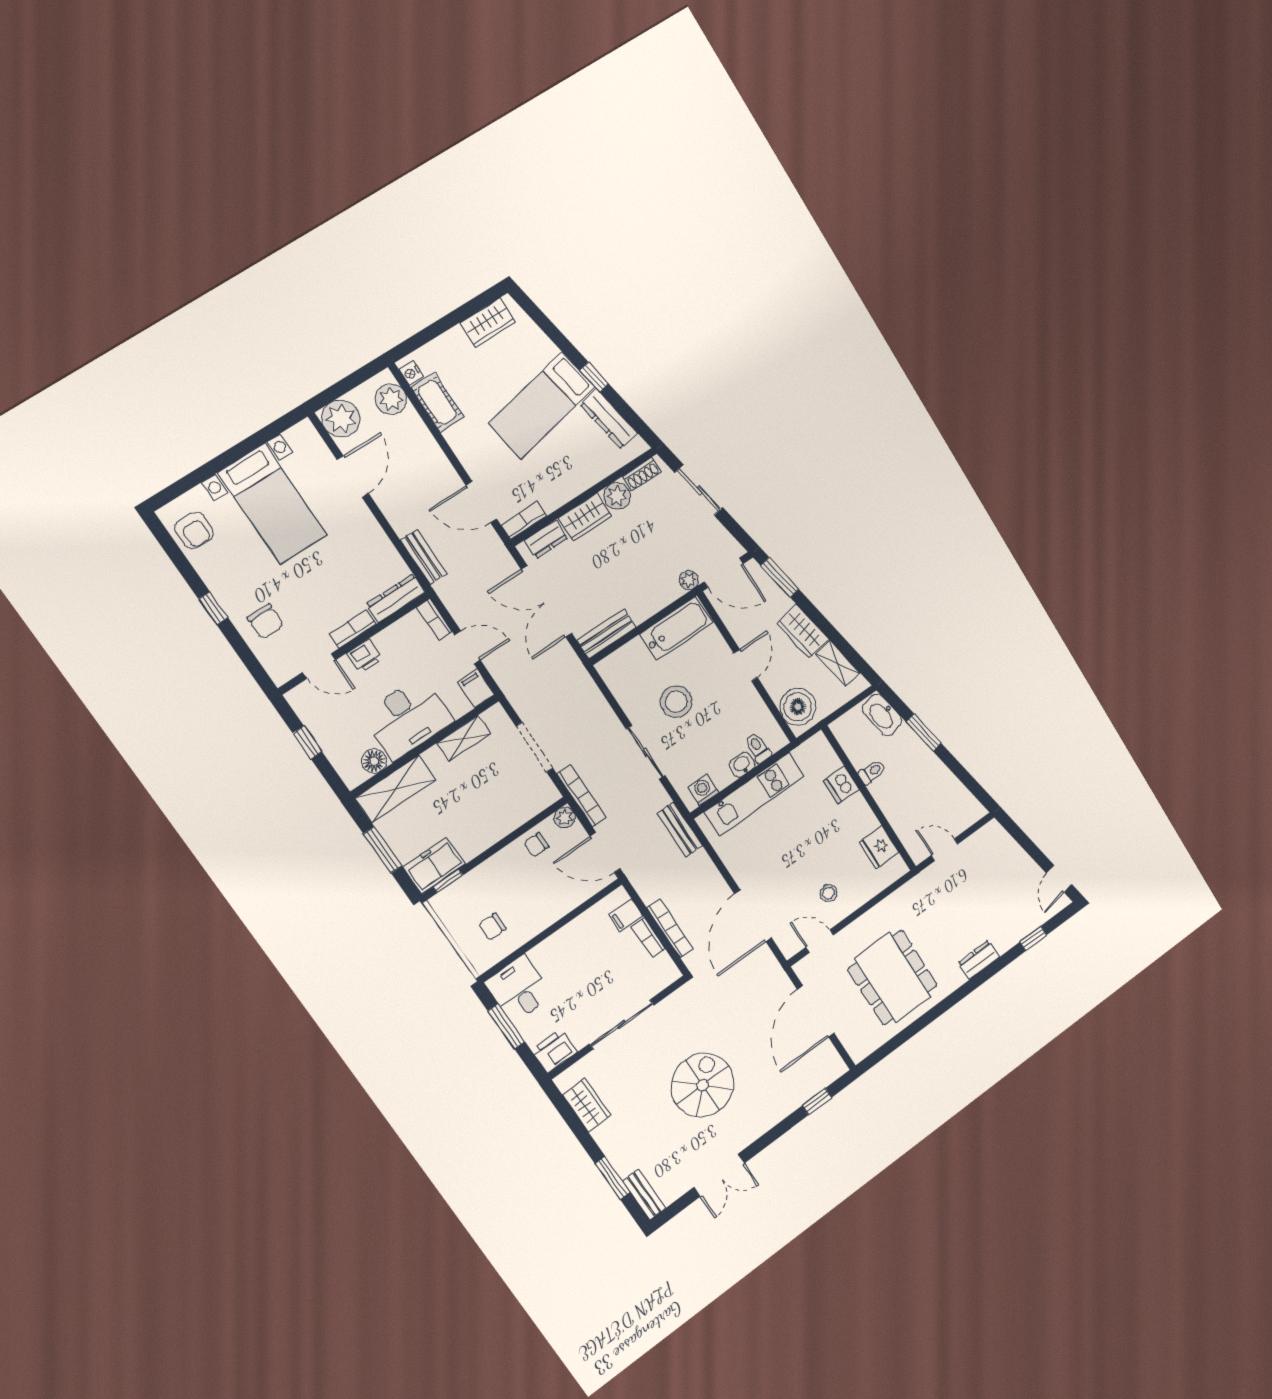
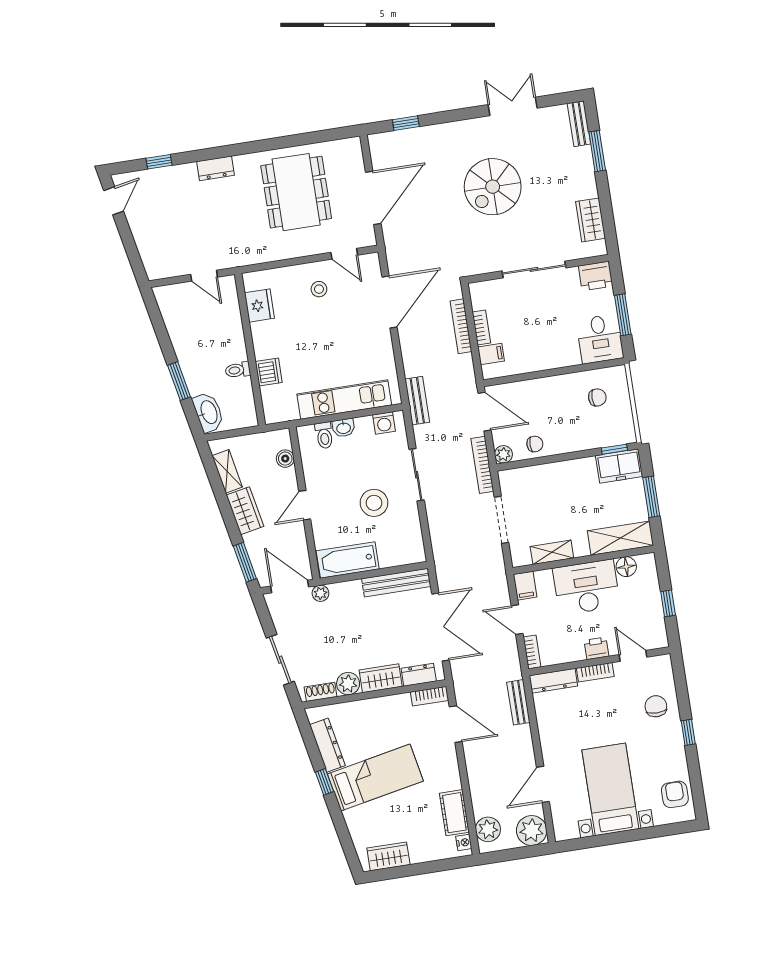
bench: (607, 634) -> (396, 583), width x1.36
boiler: (798, 707) -> (285, 459), width x0.54, depth x0.54

